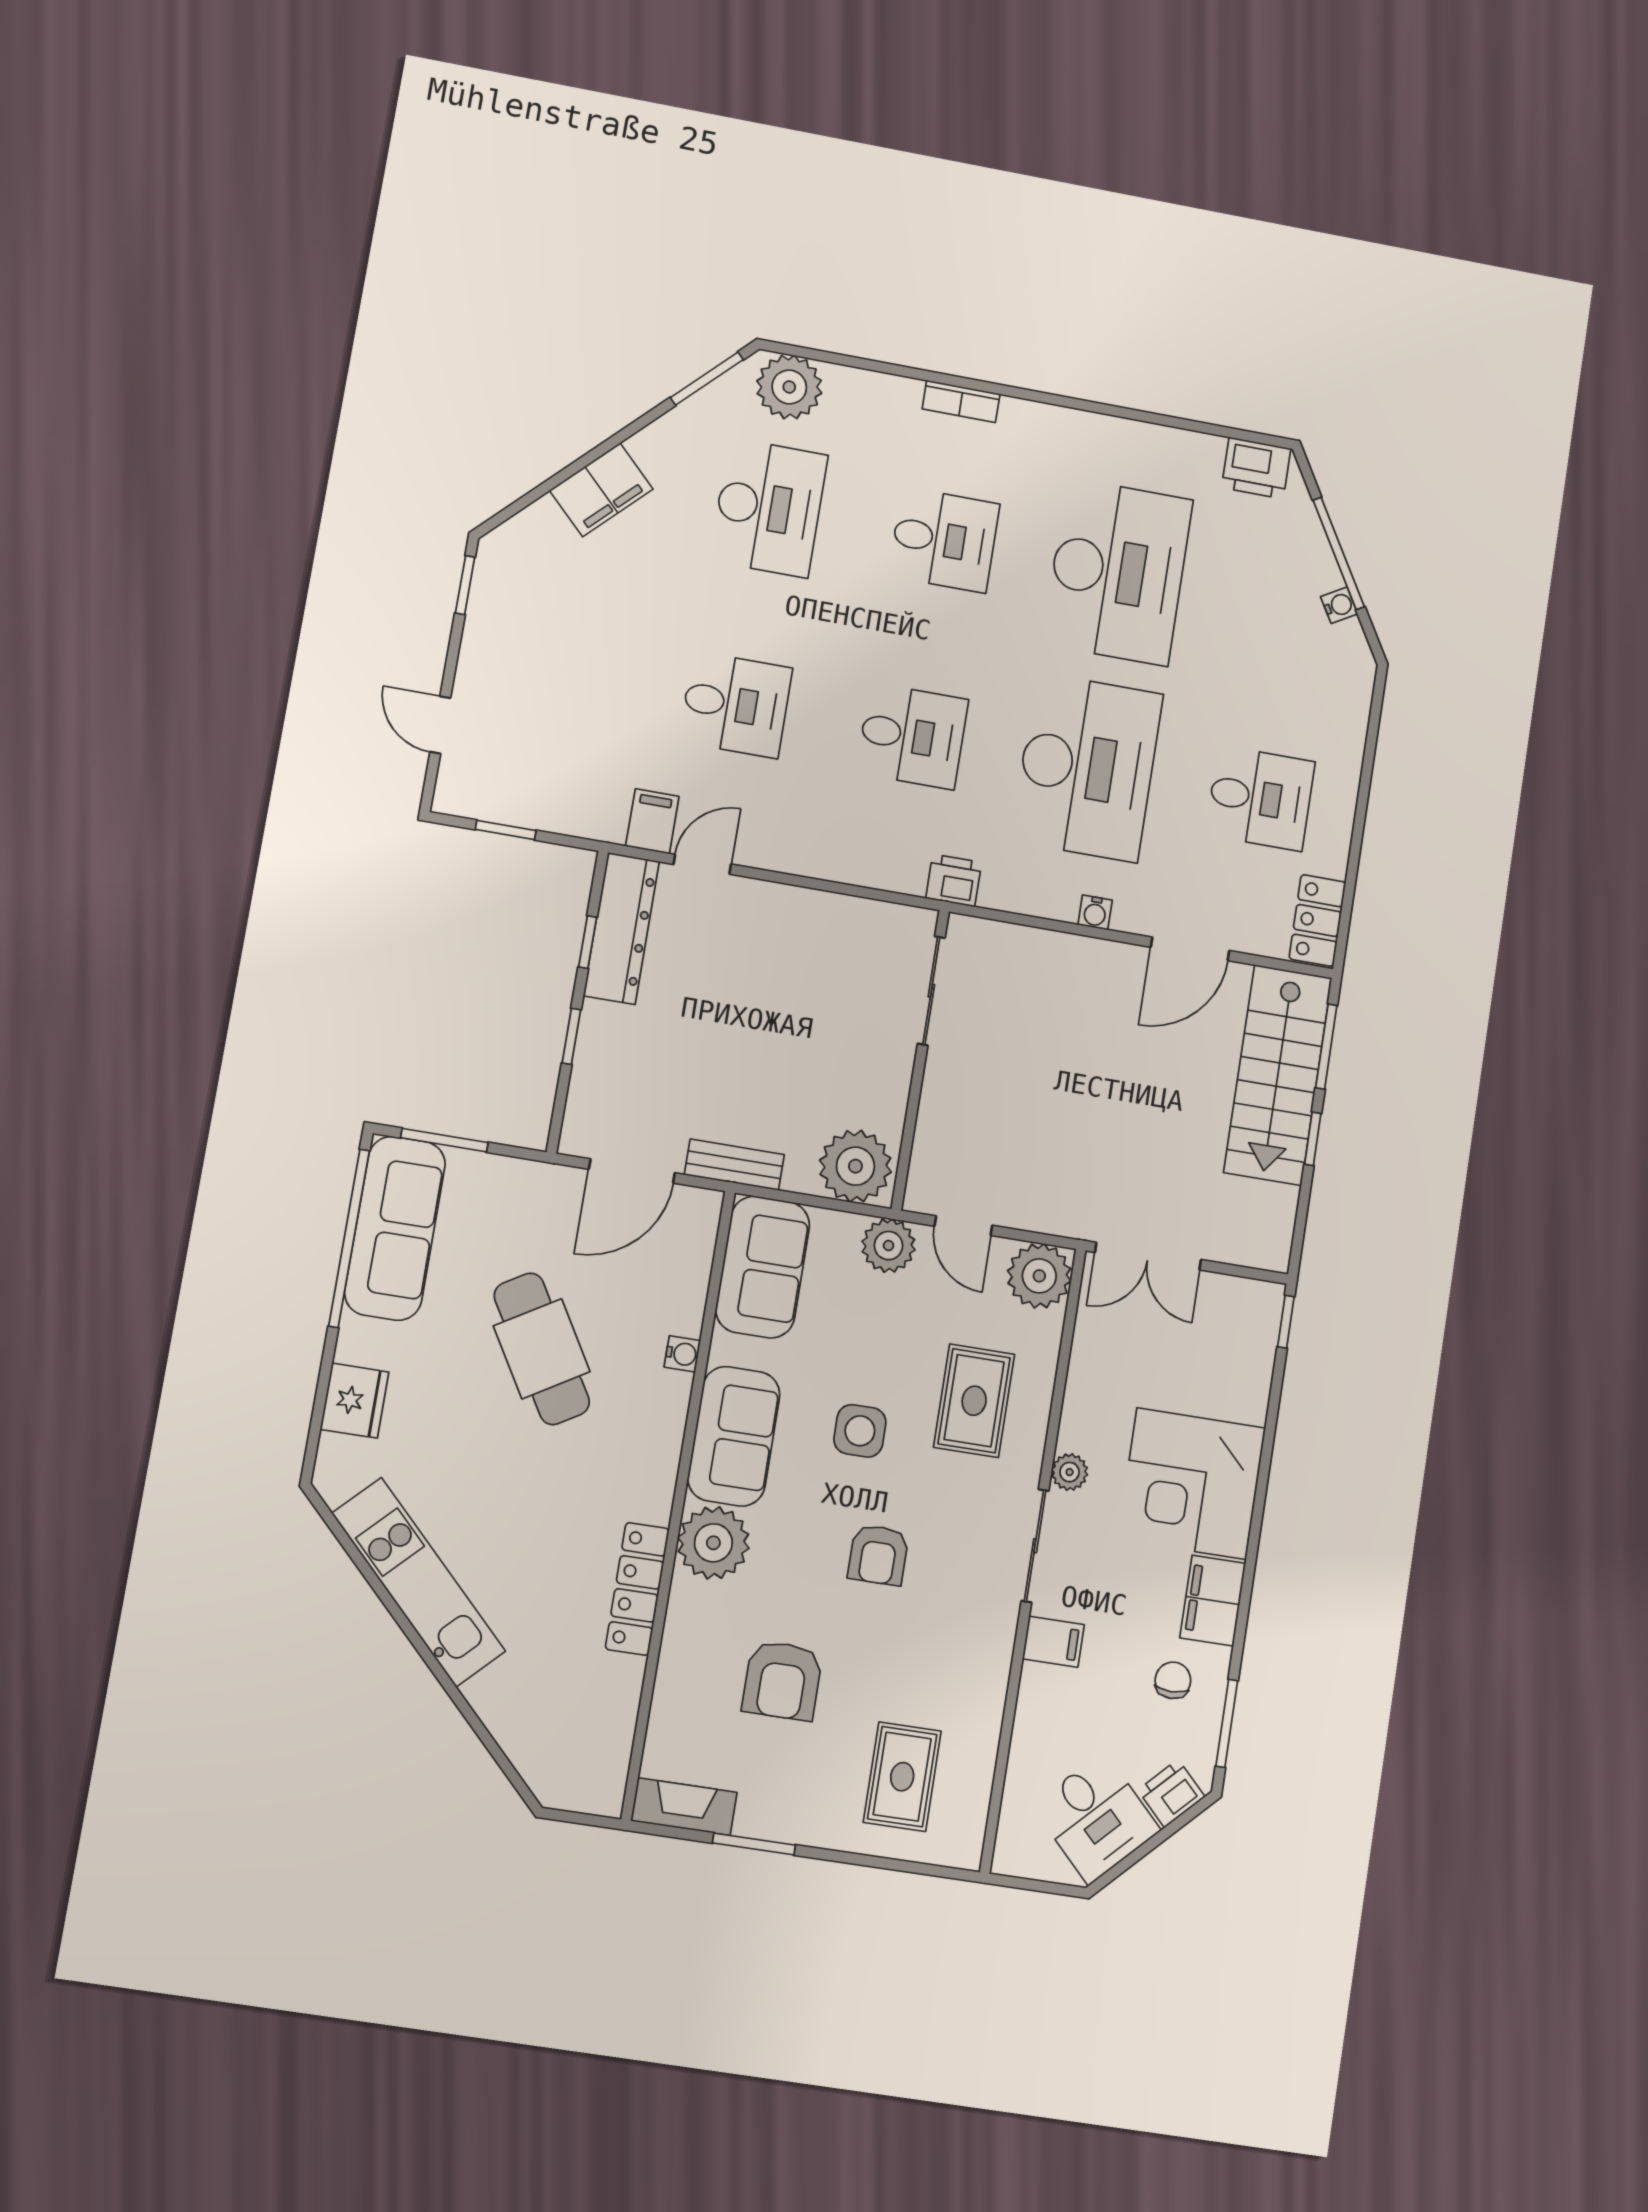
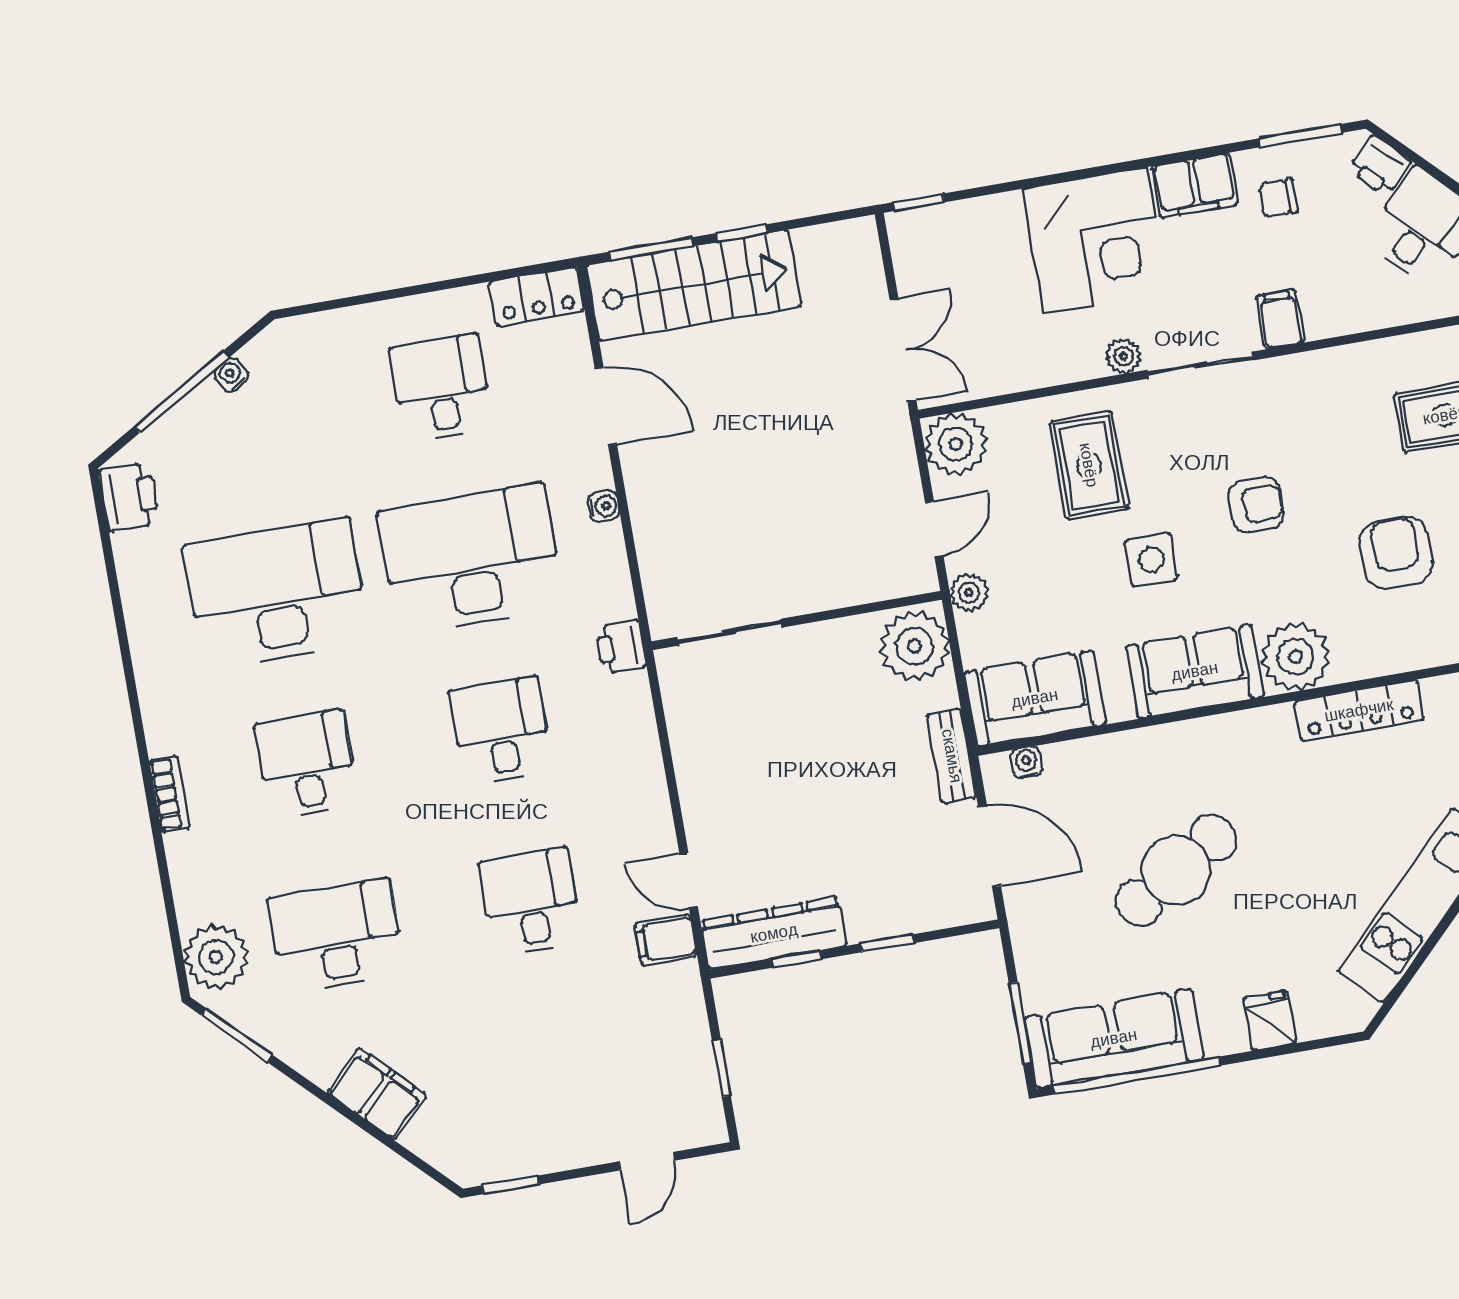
plant: (888, 1246) -> (969, 593), width x0.73, depth x0.73
water cooler: (682, 1354) -> (1027, 763), moved
fridge: (355, 1401) -> (1270, 1021), width x0.72
rug: (974, 1401) -> (1089, 465), turned 90
armchair: (782, 1680) -> (1396, 552), turned -90

